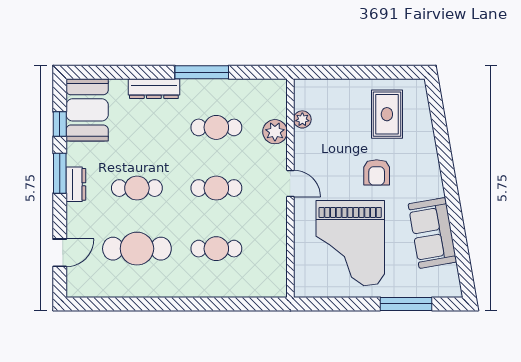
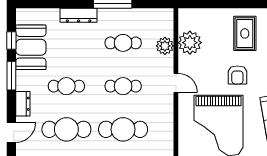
booth: (87, 110) -> (31, 47), moved
plant: (302, 119) -> (190, 43), width x1.87, depth x1.87
dresser: (76, 184) -> (23, 104), moved
cafe table: (216, 249) -> (123, 129), width x1.37, depth x1.35

